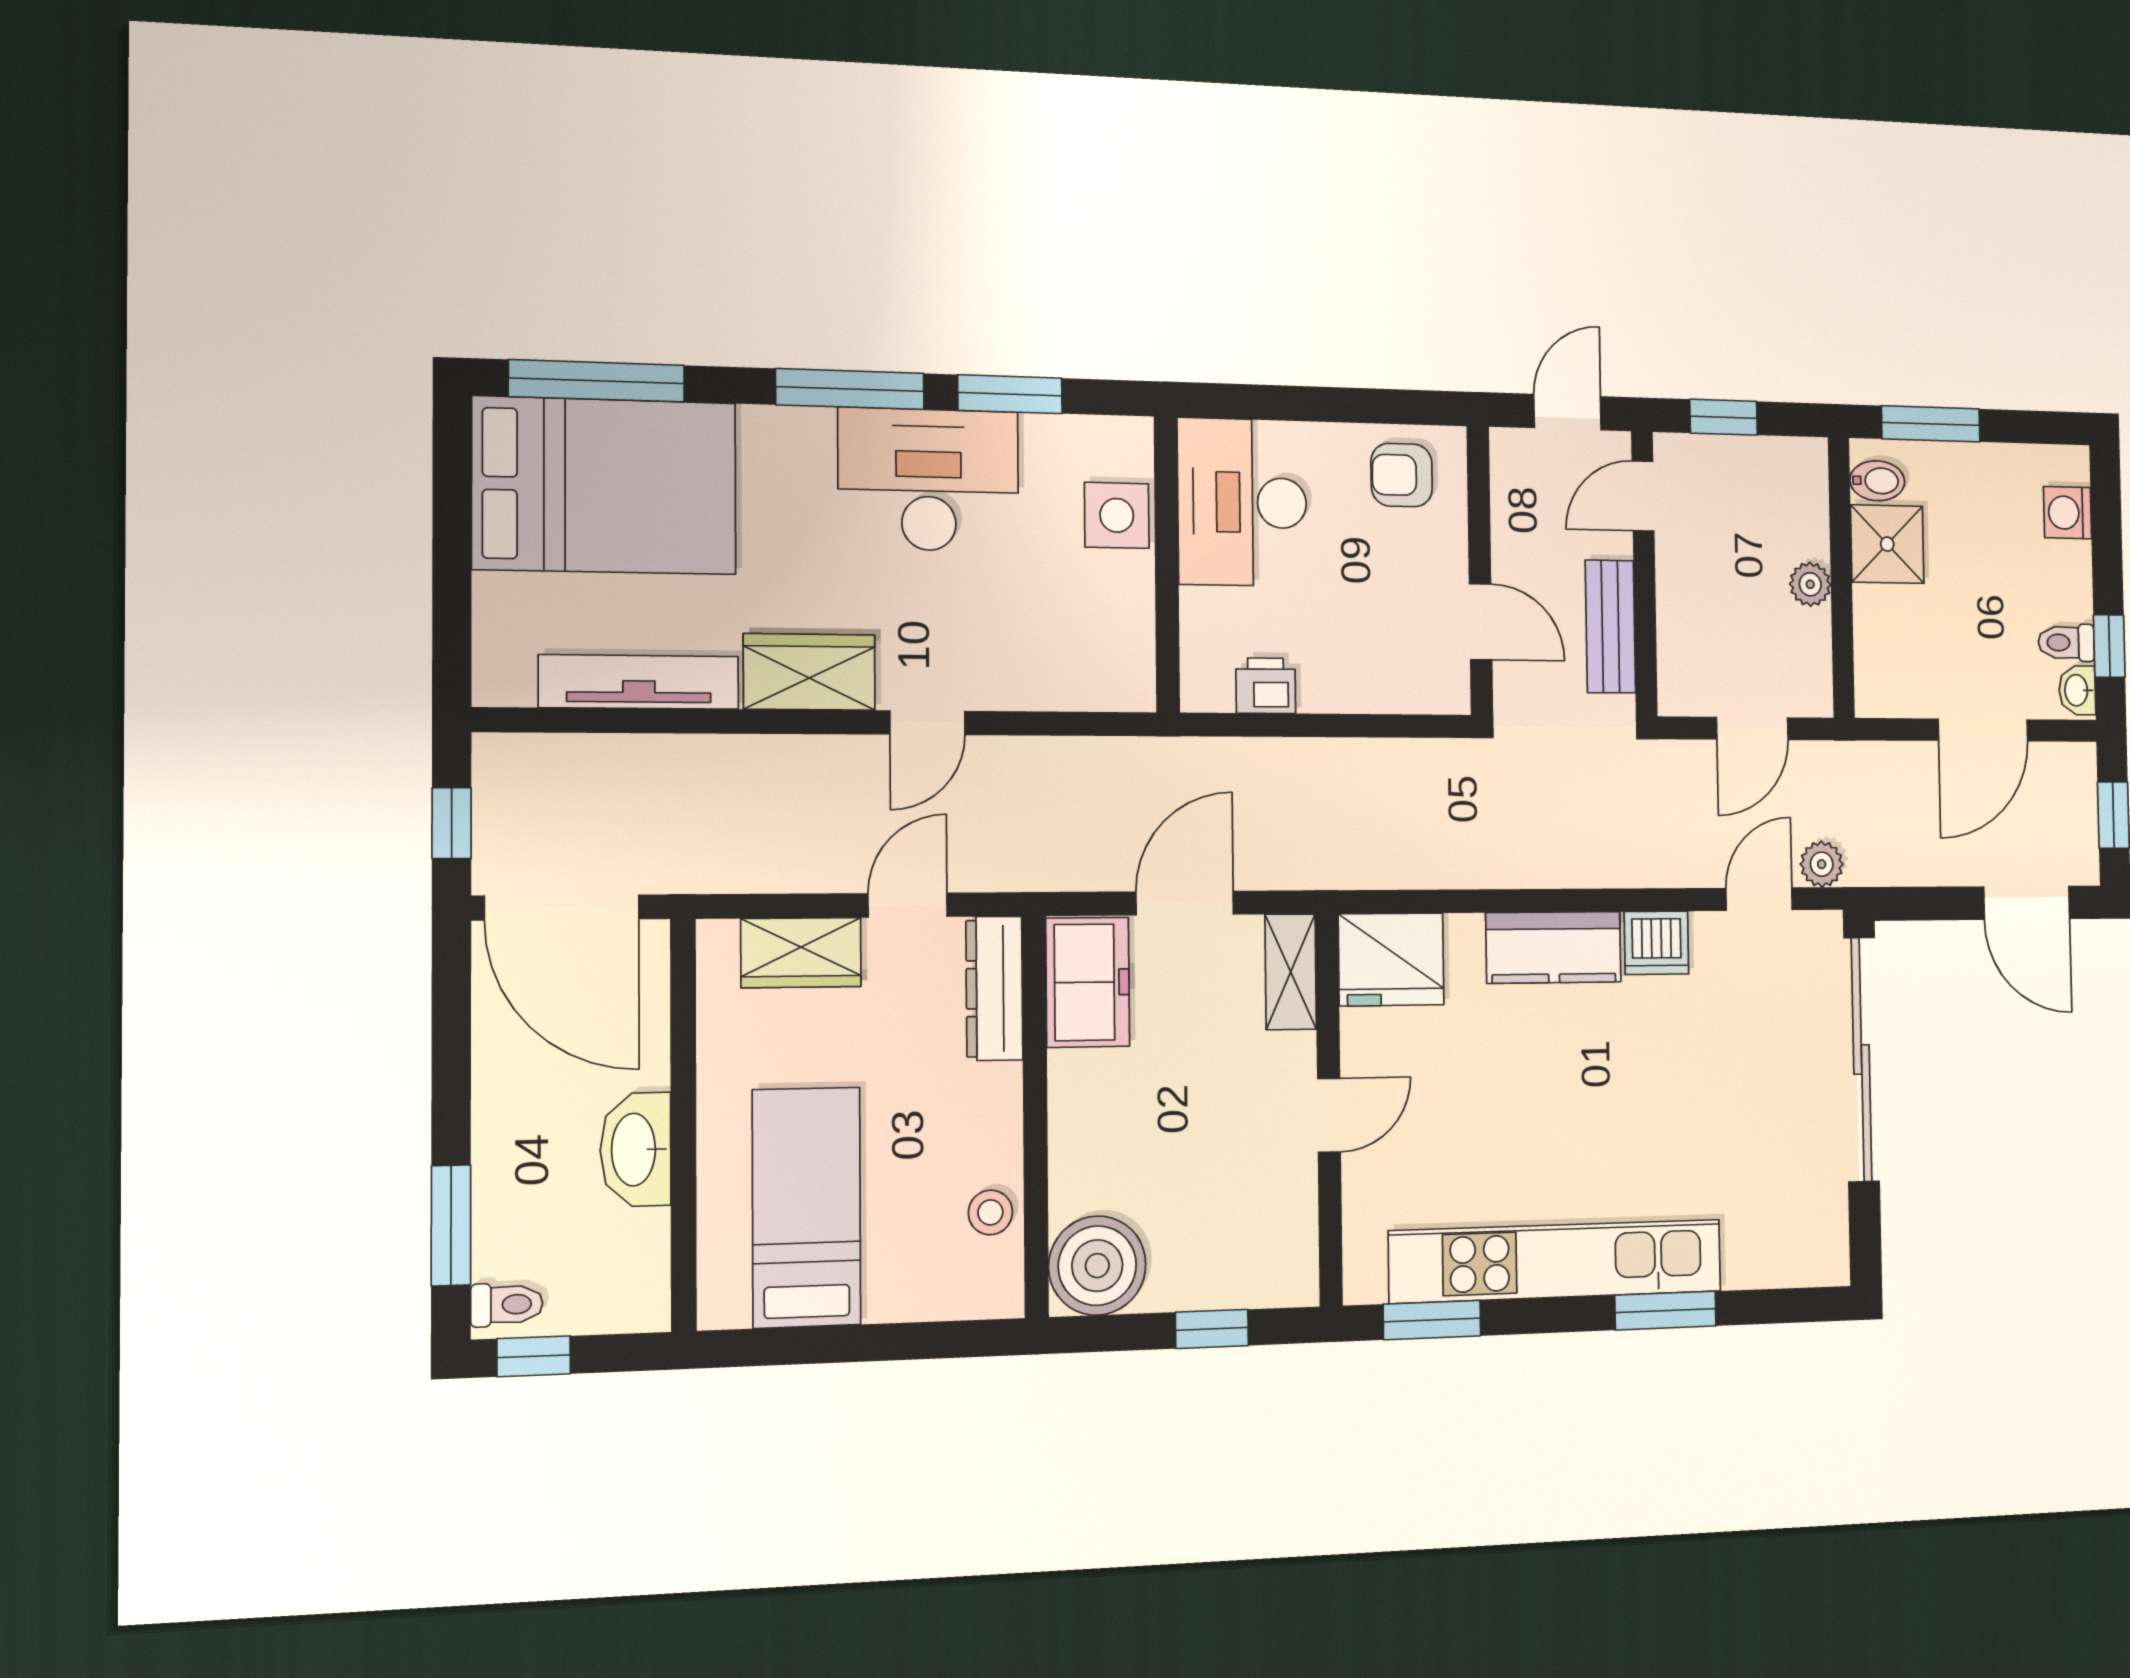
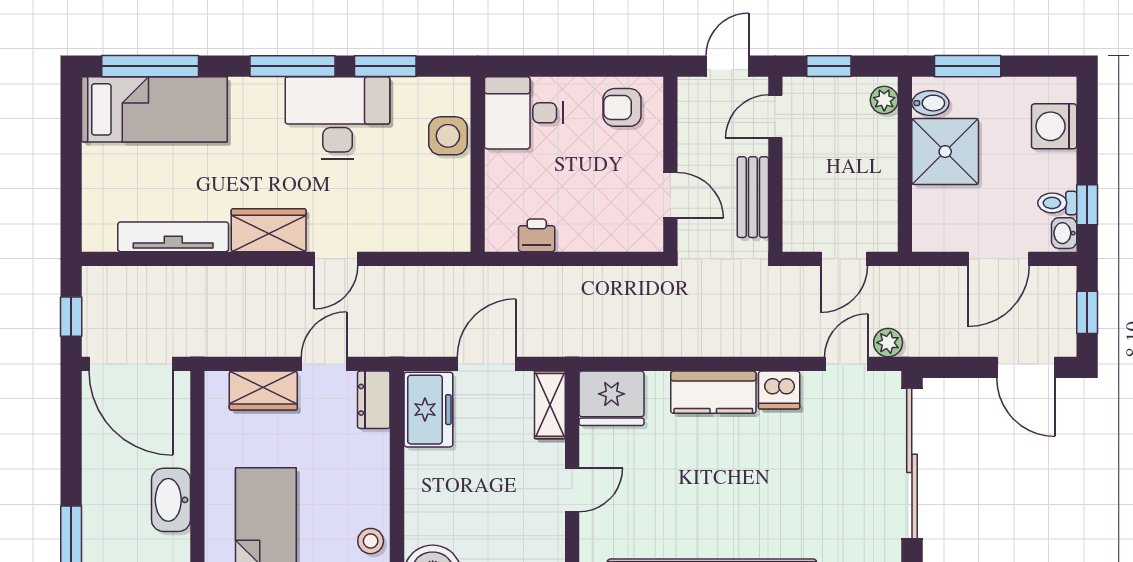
bed: (605, 486) -> (154, 109), width x0.67
desk: (1242, 502) -> (524, 113), width x0.73
washing machine: (2068, 513) -> (1054, 126), width x1.38, depth x1.38
shower: (1887, 544) -> (945, 152), width x1.36, depth x1.36
plant: (1810, 584) -> (884, 100), moved
dresser: (994, 988) -> (374, 400), width x0.70

